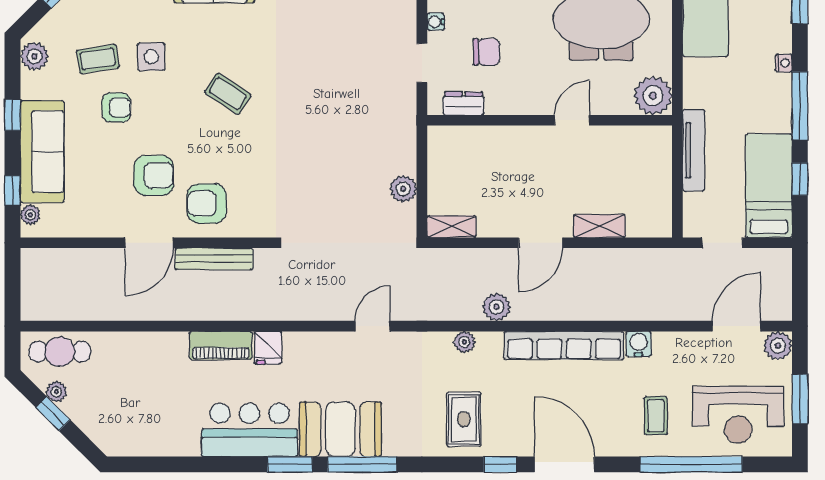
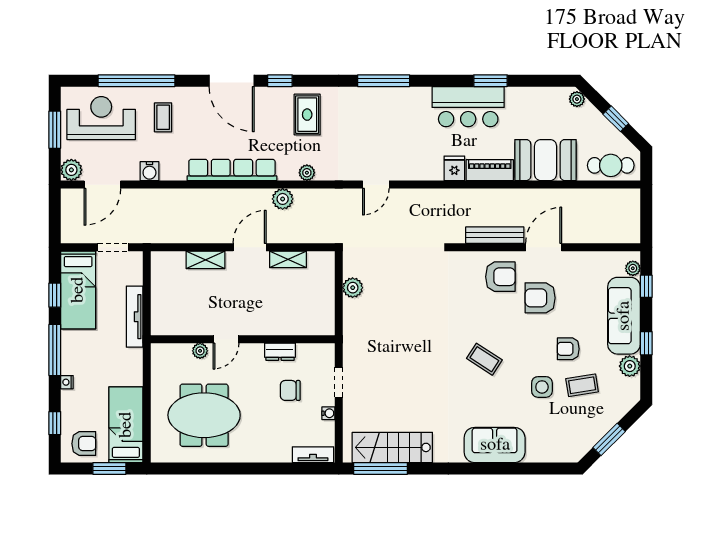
plant: (34, 56) -> (630, 366), moved
plant: (653, 96) -> (200, 351), moved, width x0.53, depth x0.53
dresser: (464, 103) -> (280, 352), moved
shelving: (452, 227) -> (288, 259), moved
water cooler: (639, 344) -> (149, 171), moved
plant: (56, 392) -> (577, 99), moved
booth: (340, 429) -> (545, 160), moved
window: (290, 464) -> (491, 81), moved

